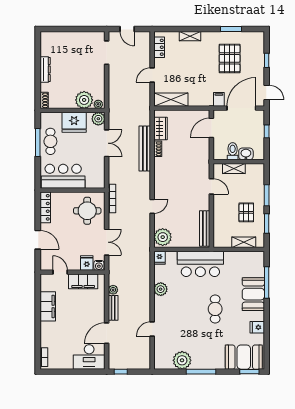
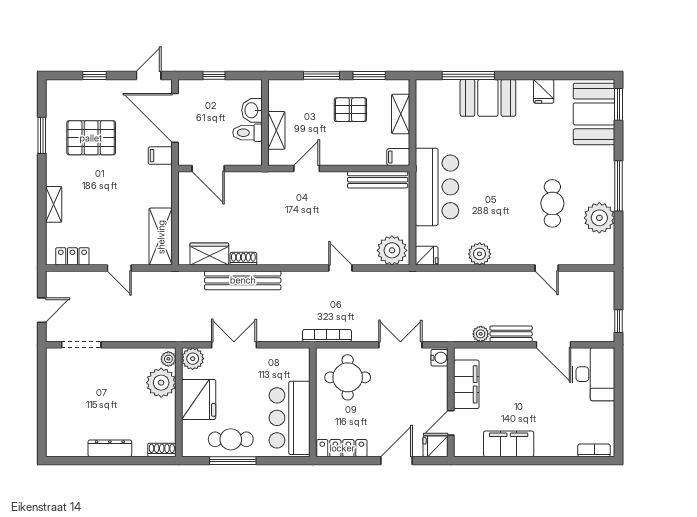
filing cabinet: (218, 241) -> (398, 157), added
fridge: (87, 263) -> (435, 446), moved
cafe table: (215, 309) -> (552, 203), moved, turned 90

